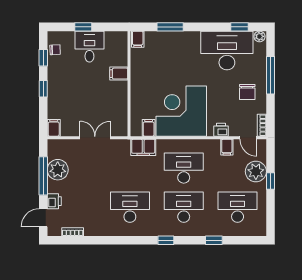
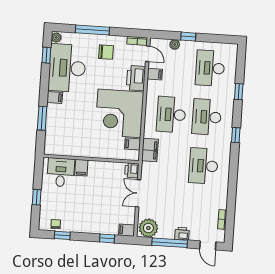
filing cabinet: (138, 39) -> (55, 97), moved
desk: (89, 47) -> (61, 172), moved, turned 90
window: (43, 89) -> (107, 238), moved
printer: (120, 129) -> (132, 170), added
printer: (221, 130) -> (136, 78), width x1.87, depth x1.48
door: (248, 138) -> (148, 54), hinge flipped
plant: (58, 170) -> (148, 228), moved
plant: (256, 171) -> (175, 44), width x0.53, depth x0.53
printer: (54, 201) -> (182, 234), moved

